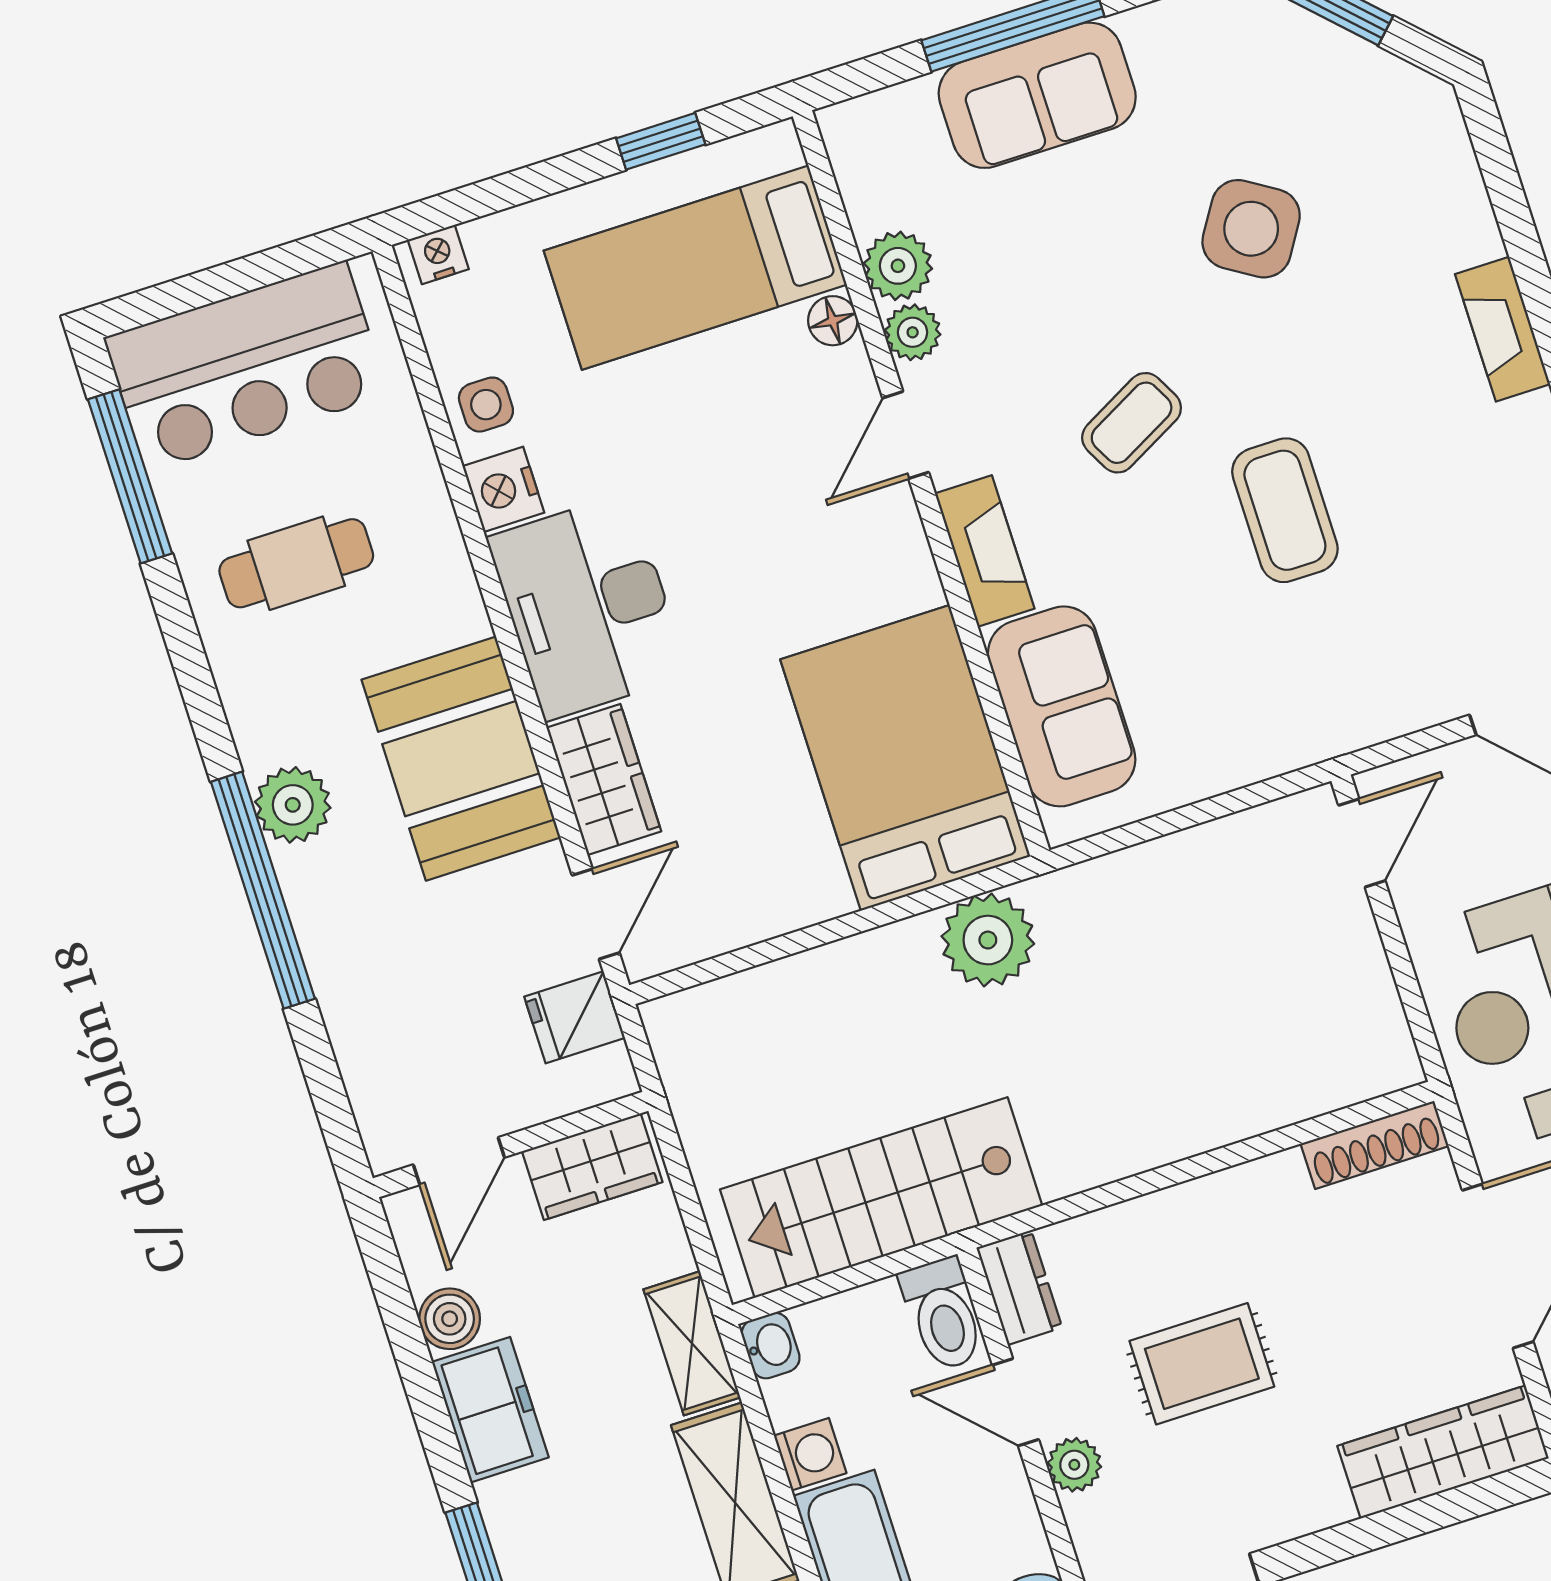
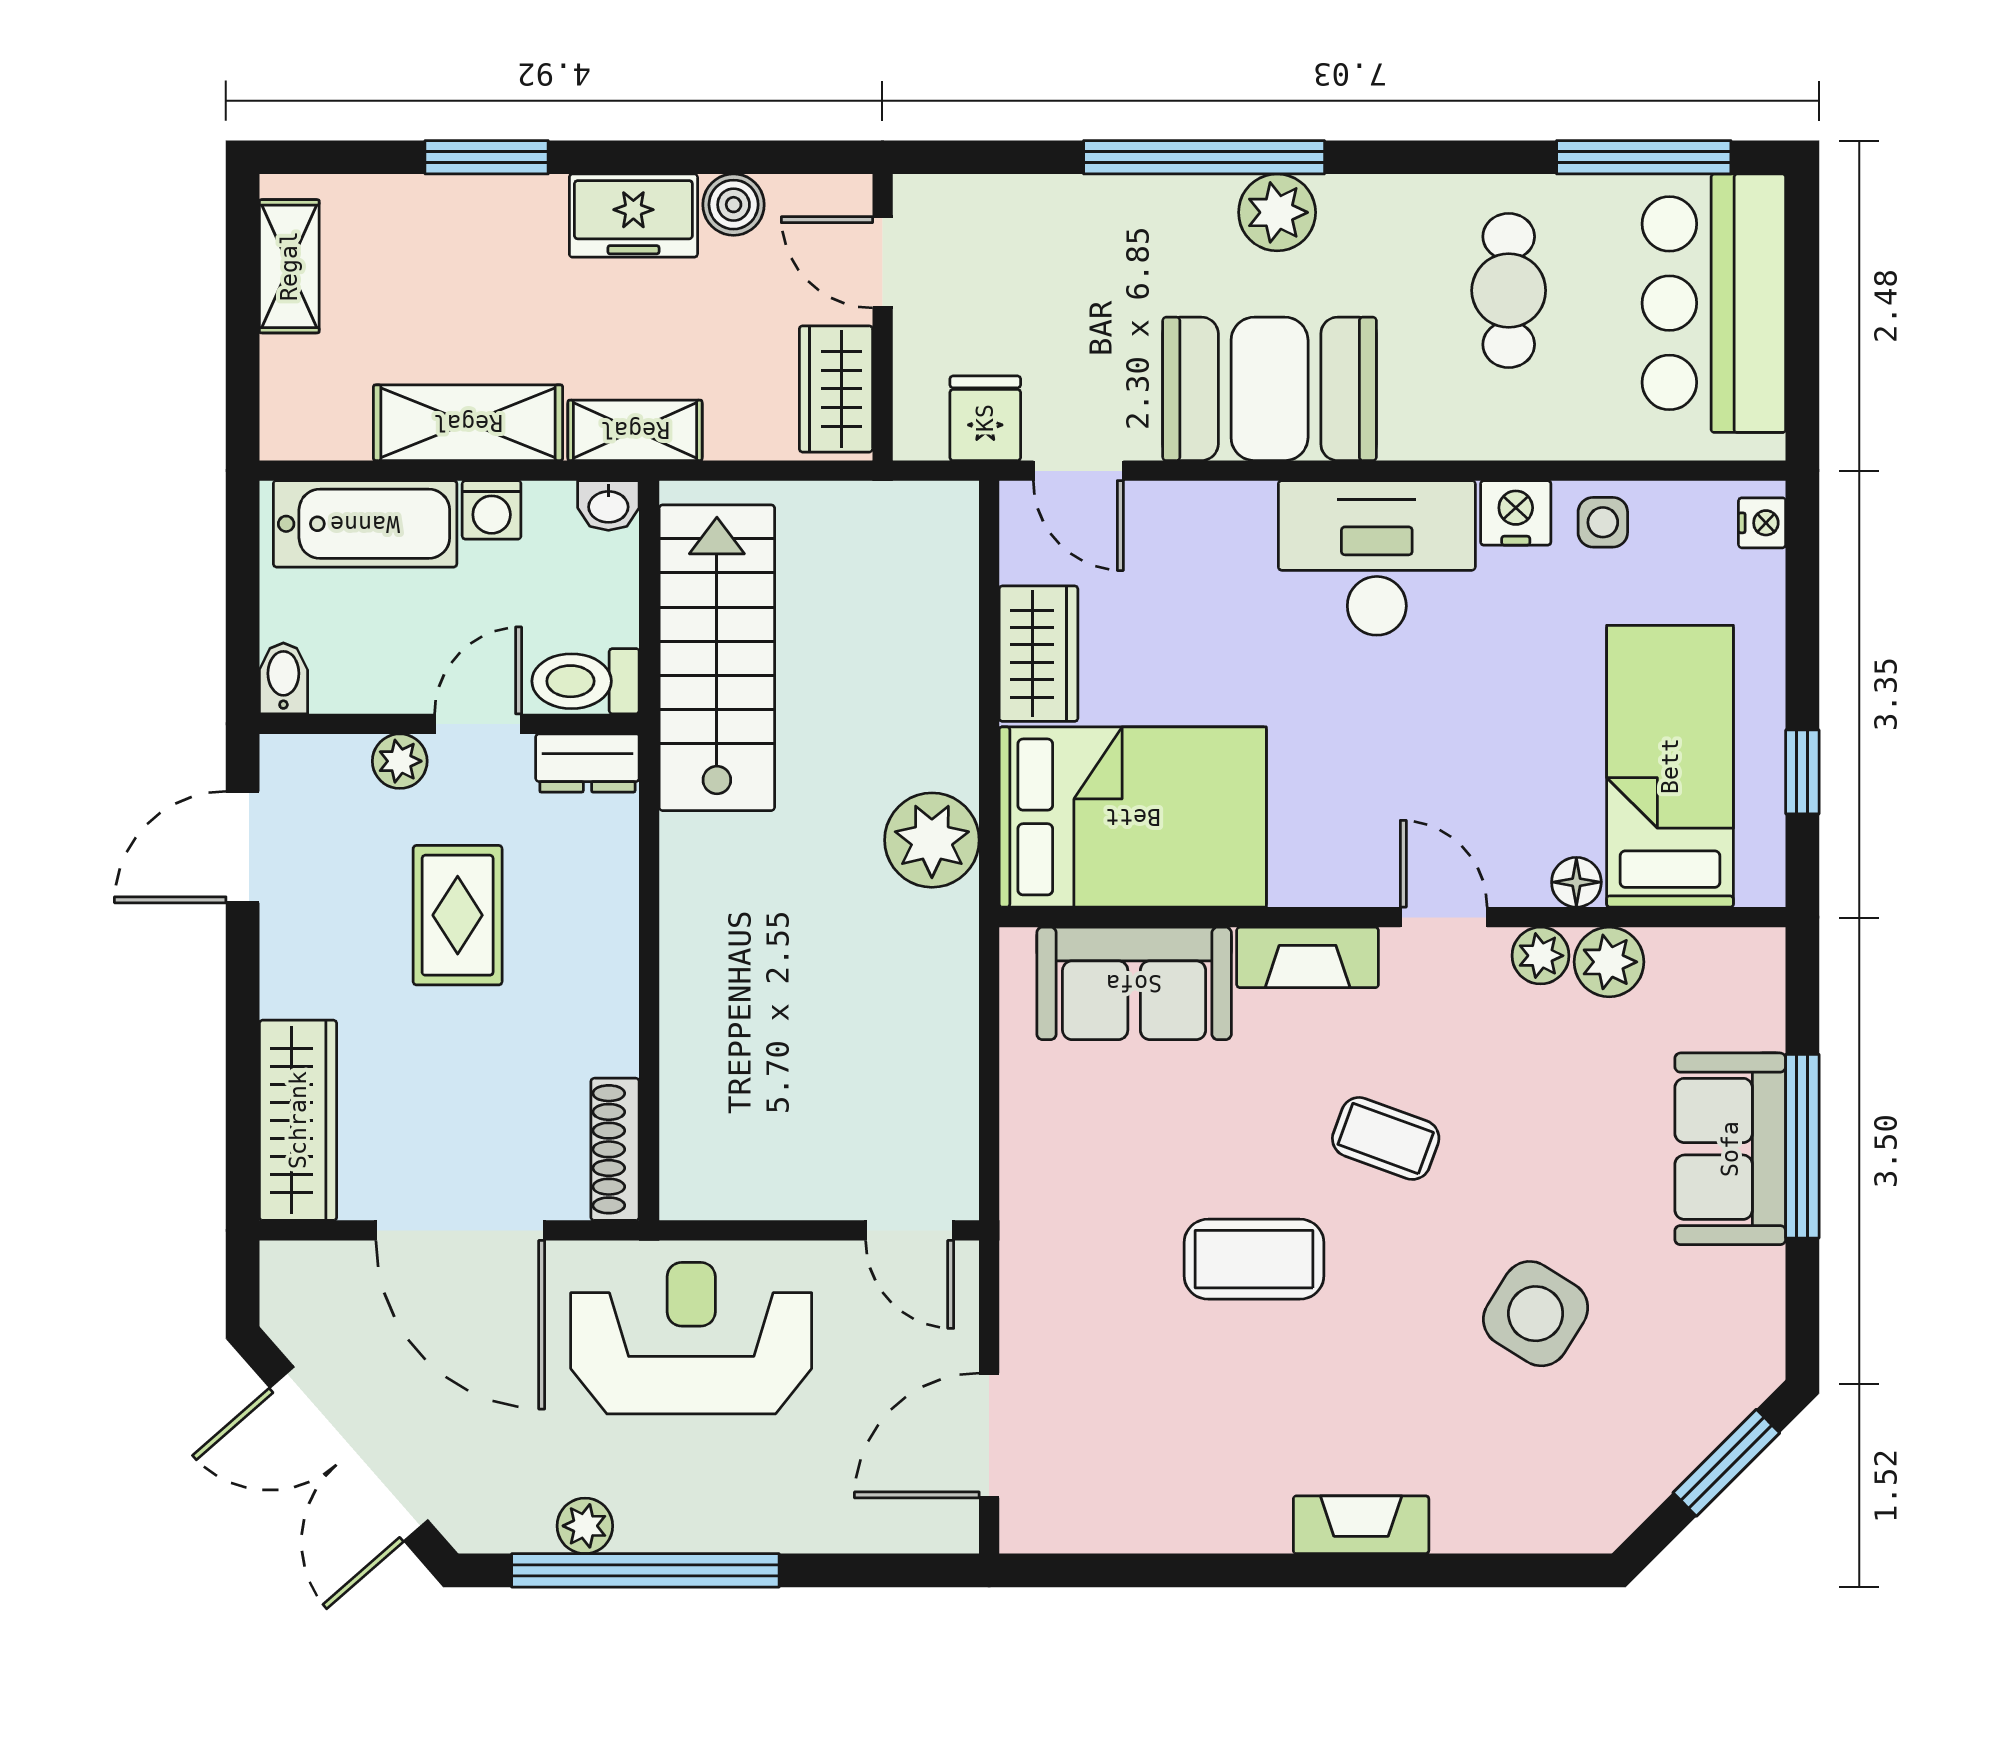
coffee table: (1132, 423) -> (1386, 1138), turned -42
wardrobe: (604, 780) -> (1038, 654), moved, turned -90

